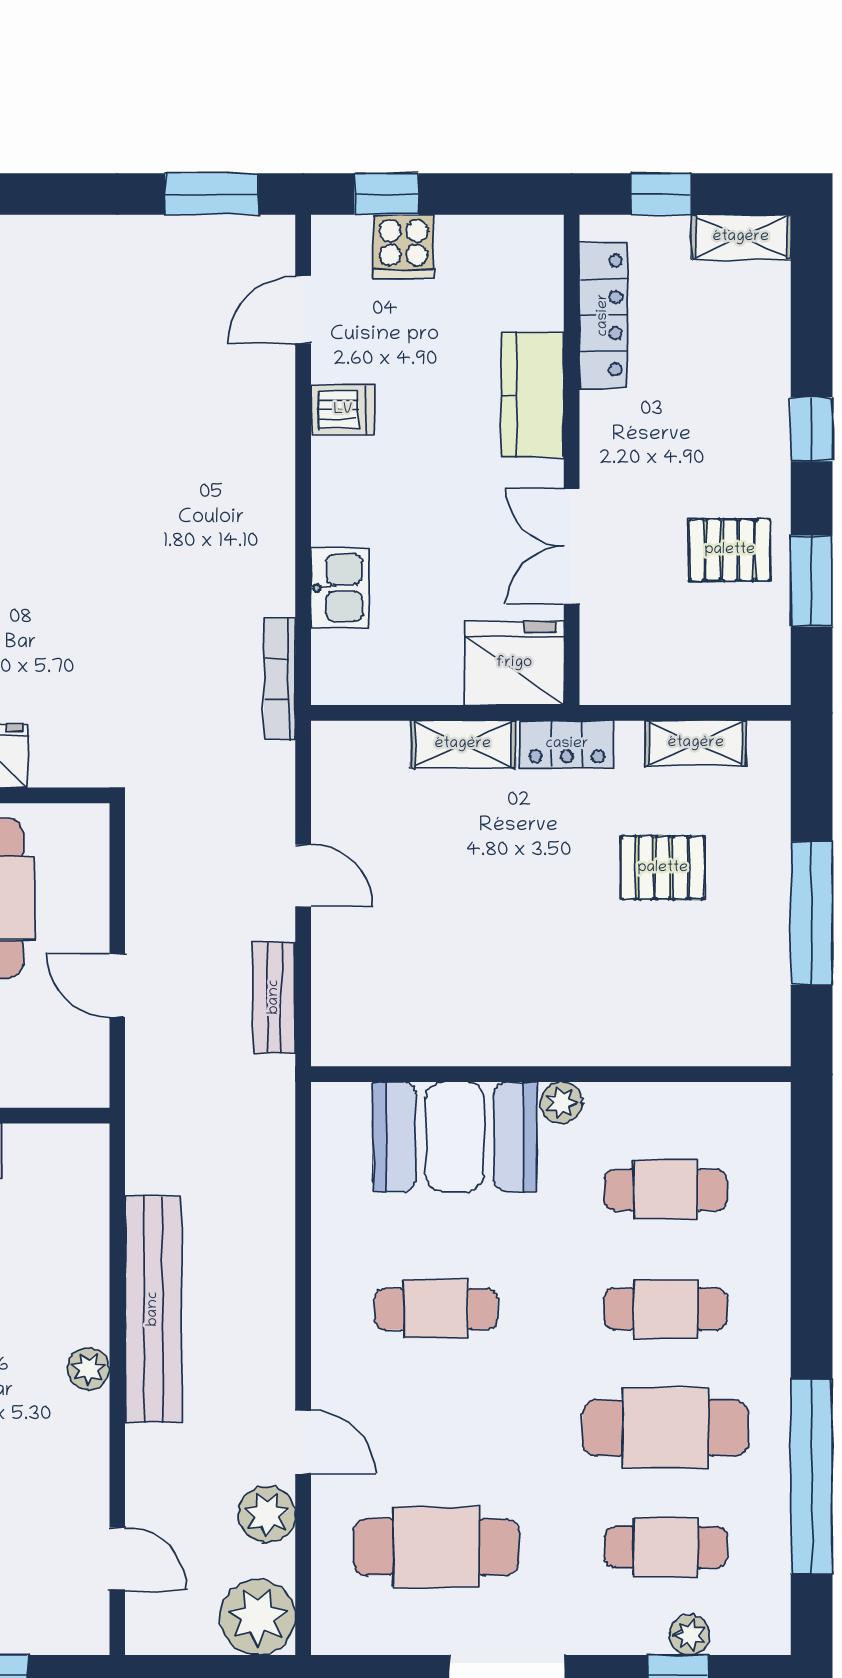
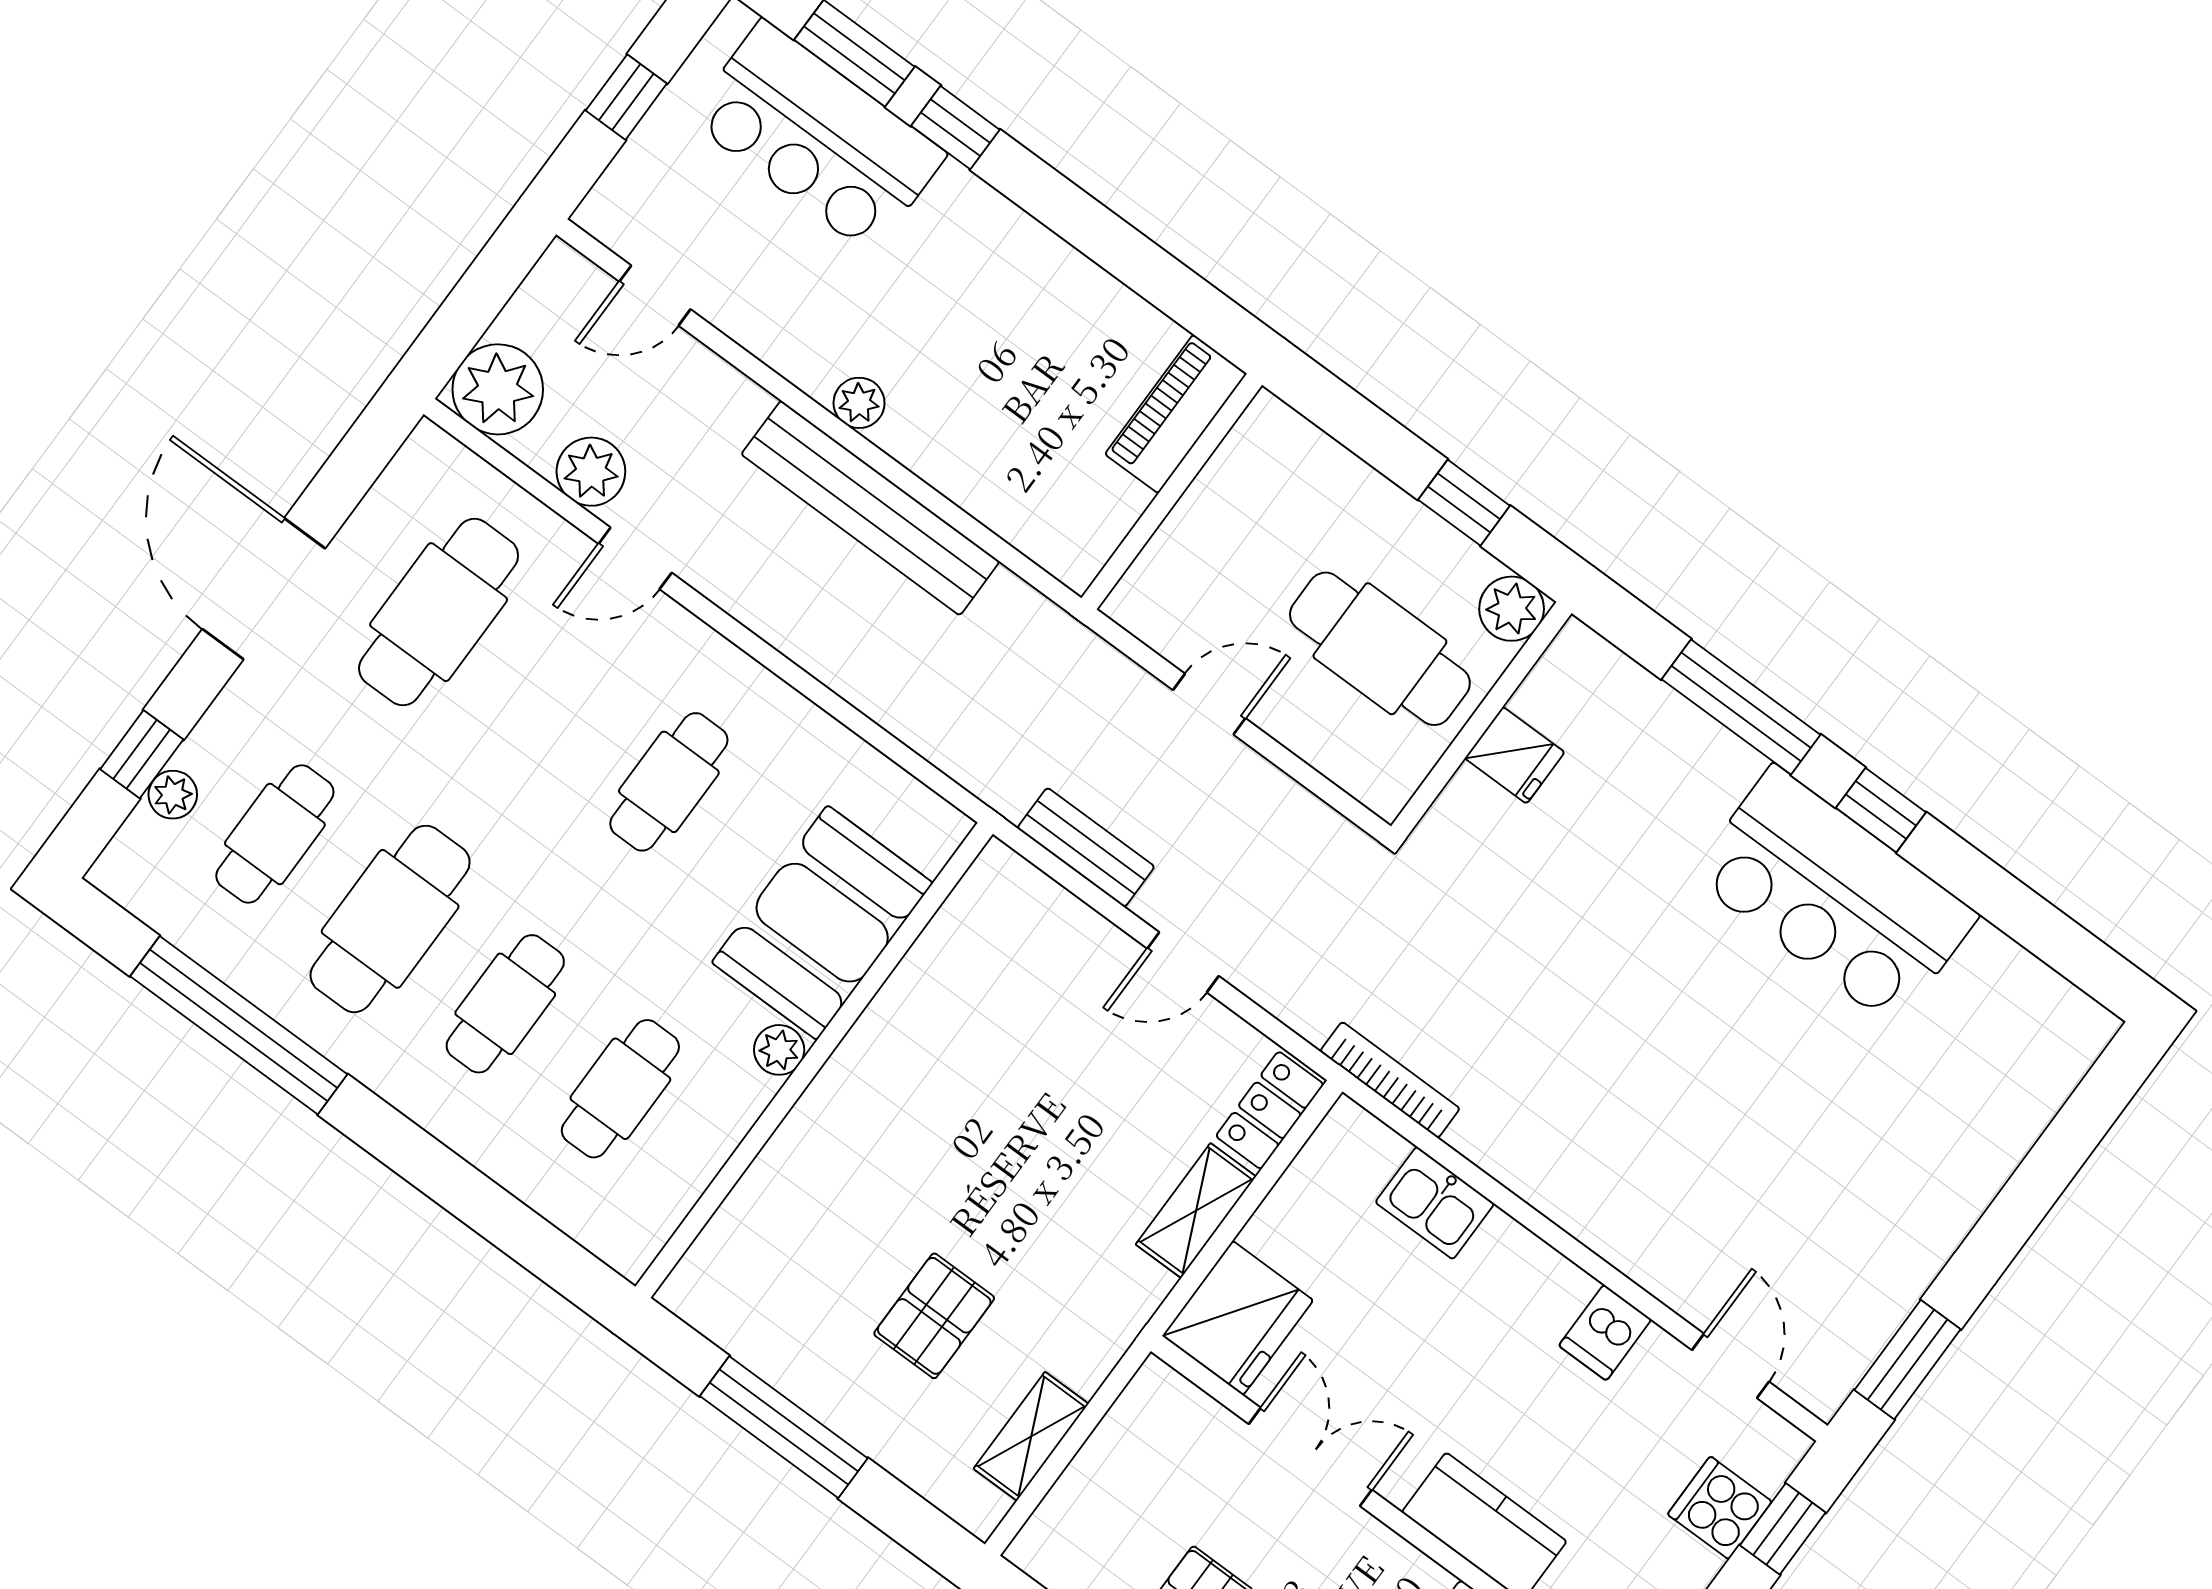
locker: (567, 744) -> (1270, 1110), moved

